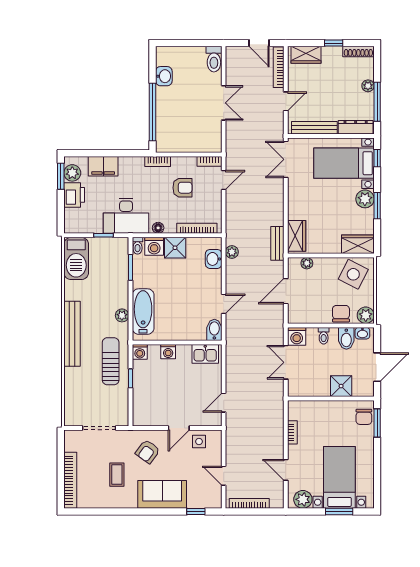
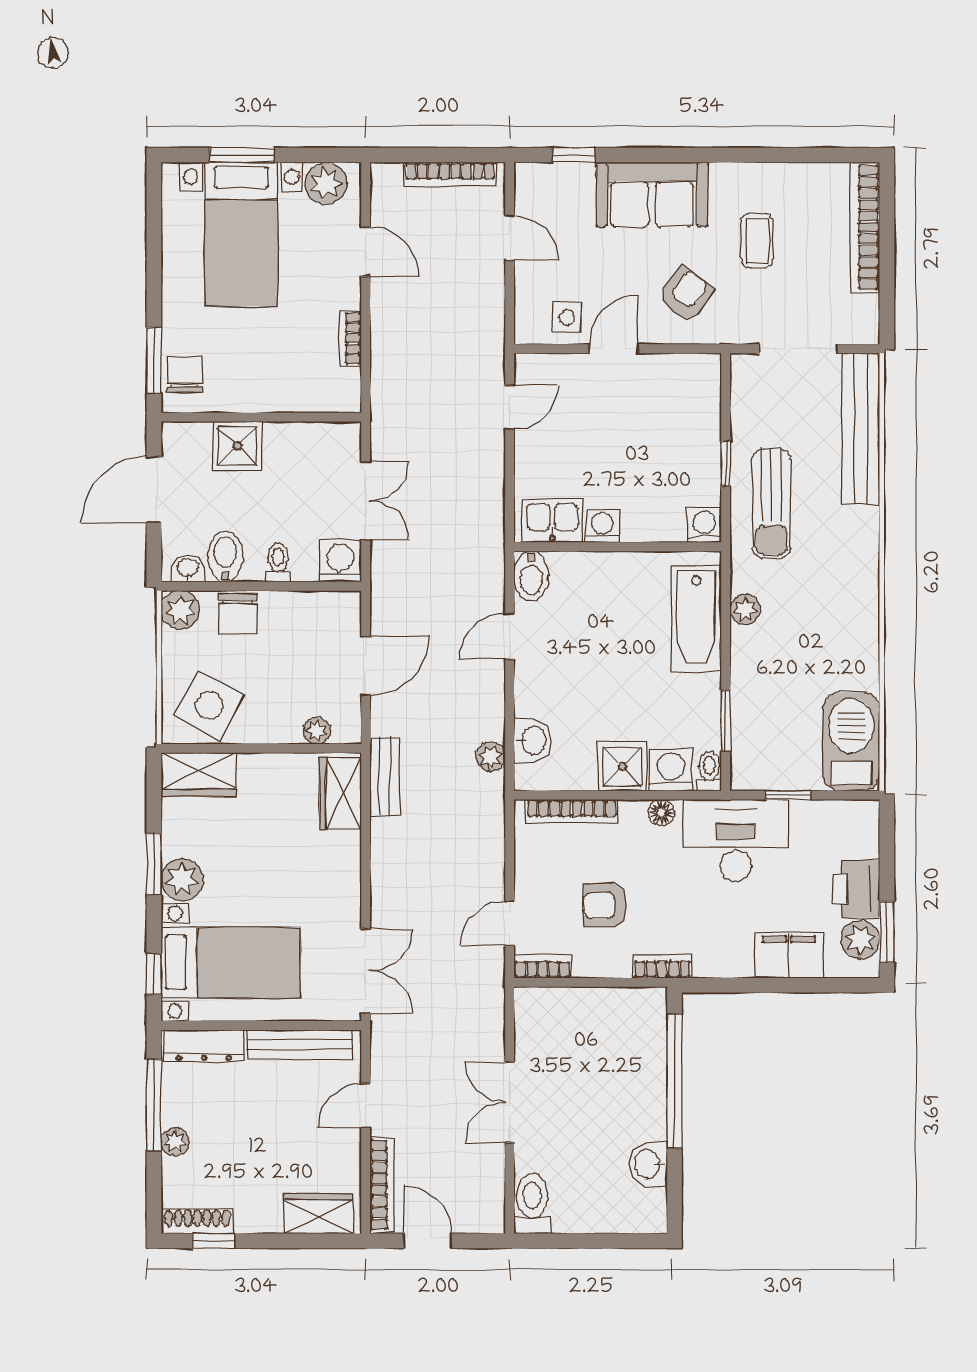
window: (334, 43) -> (214, 1241), moved
bench: (72, 334) -> (861, 429), moved
washing machine: (168, 352) -> (602, 526), moved

